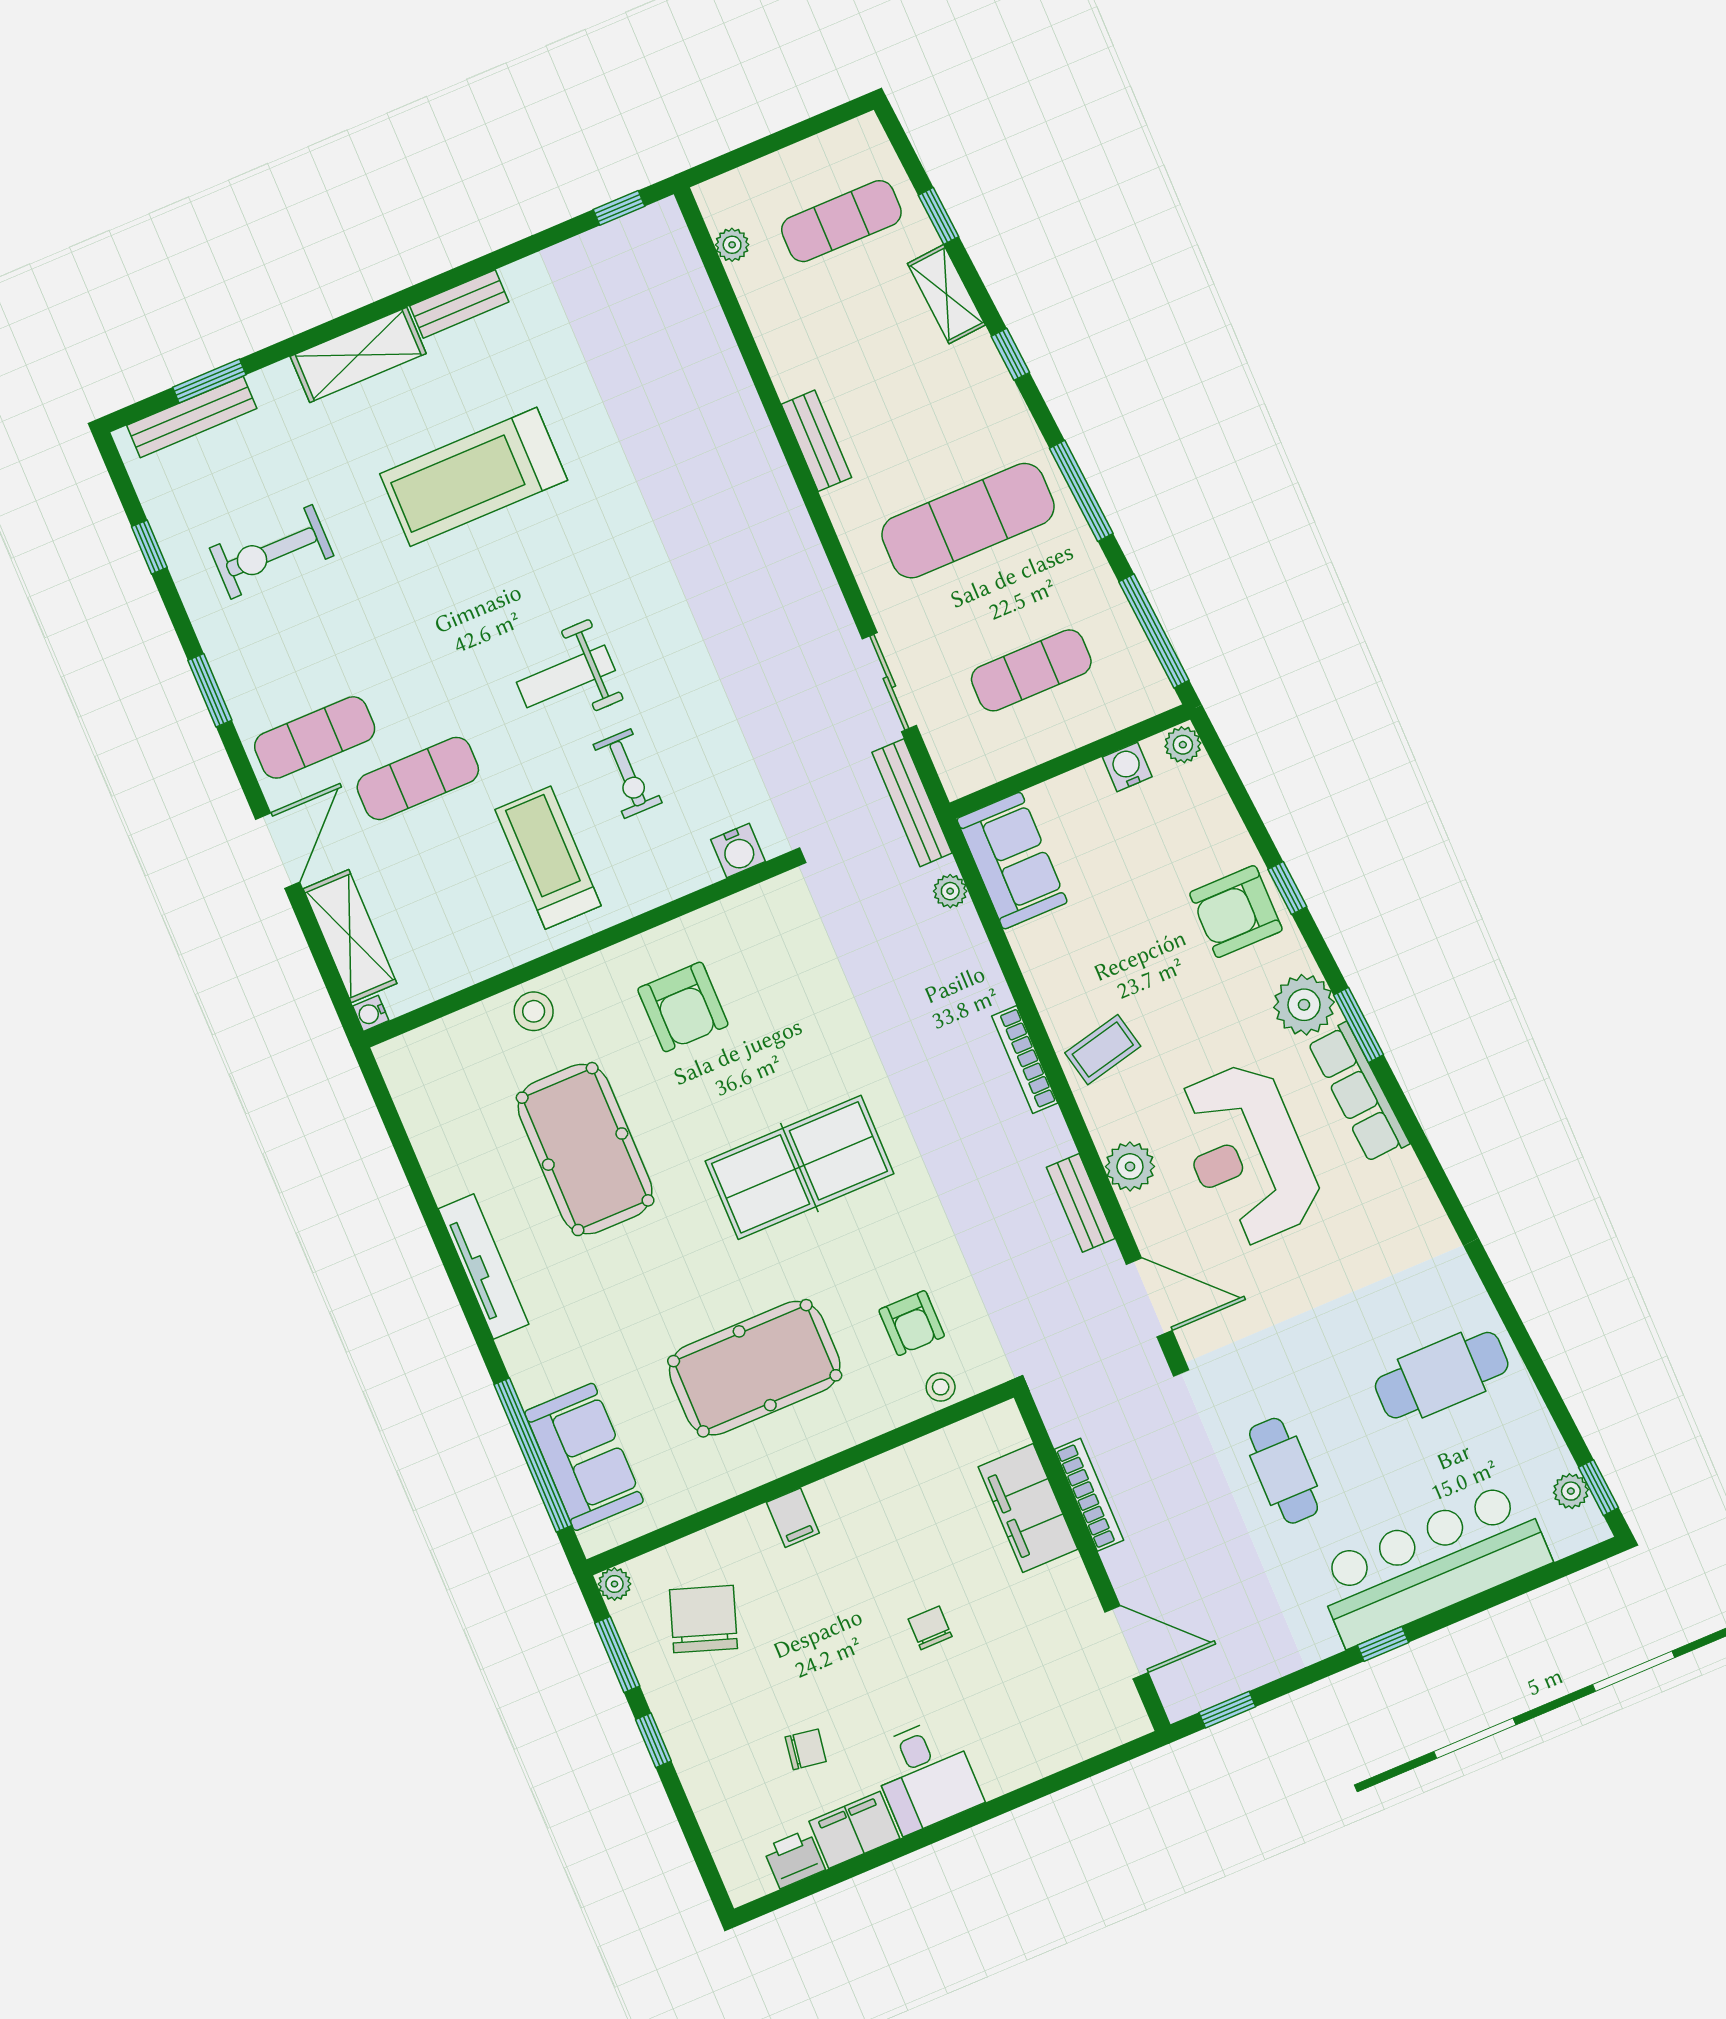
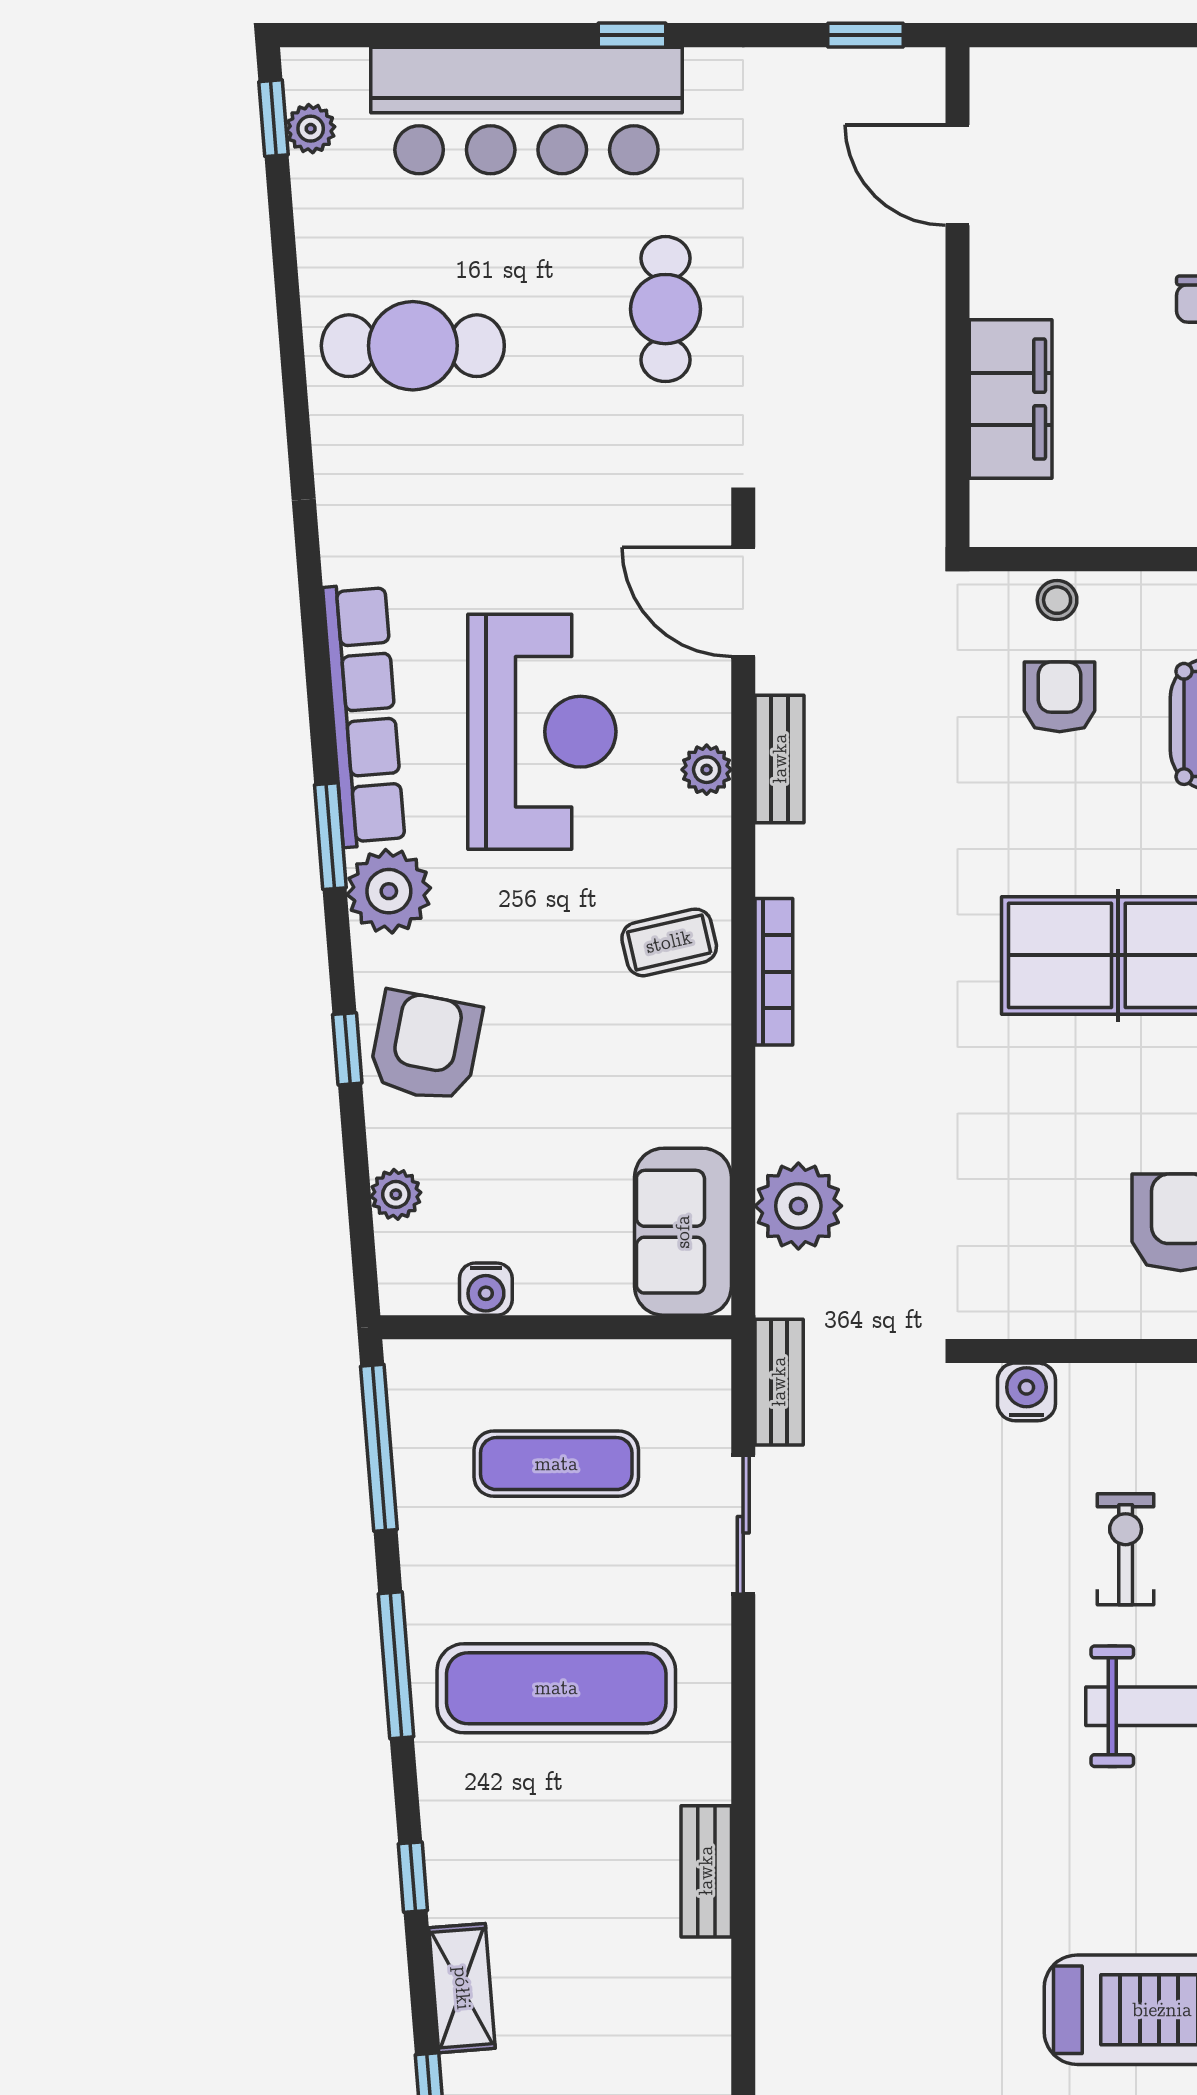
plant: (1183, 745) -> (396, 1194), moved
bench: (912, 803) -> (779, 1382), width x0.73
plant: (950, 891) -> (798, 1206), width x1.88, depth x1.88
armchair: (1236, 912) -> (425, 1046), turned -79
row of seats: (1359, 1093) -> (364, 715), width x1.36
plant: (1130, 1166) -> (707, 770), width x0.73, depth x0.73
bookcase: (1089, 1495) -> (926, 383), removed

